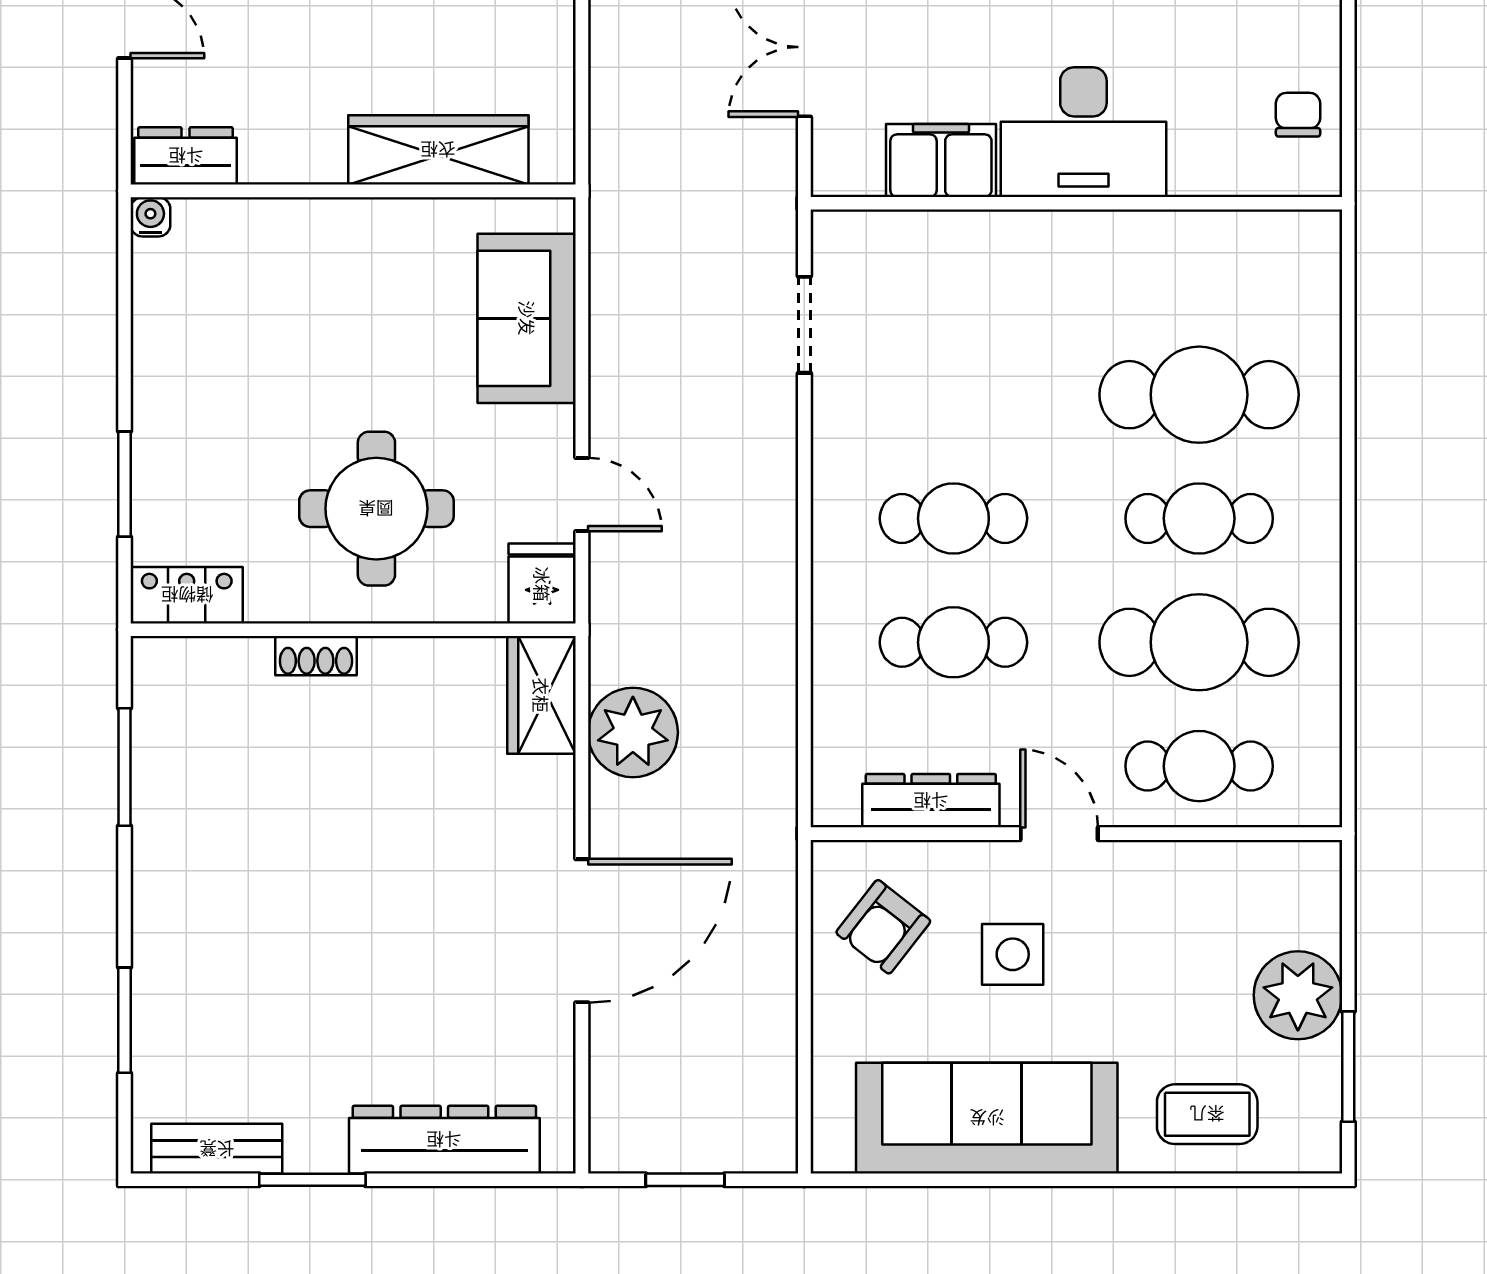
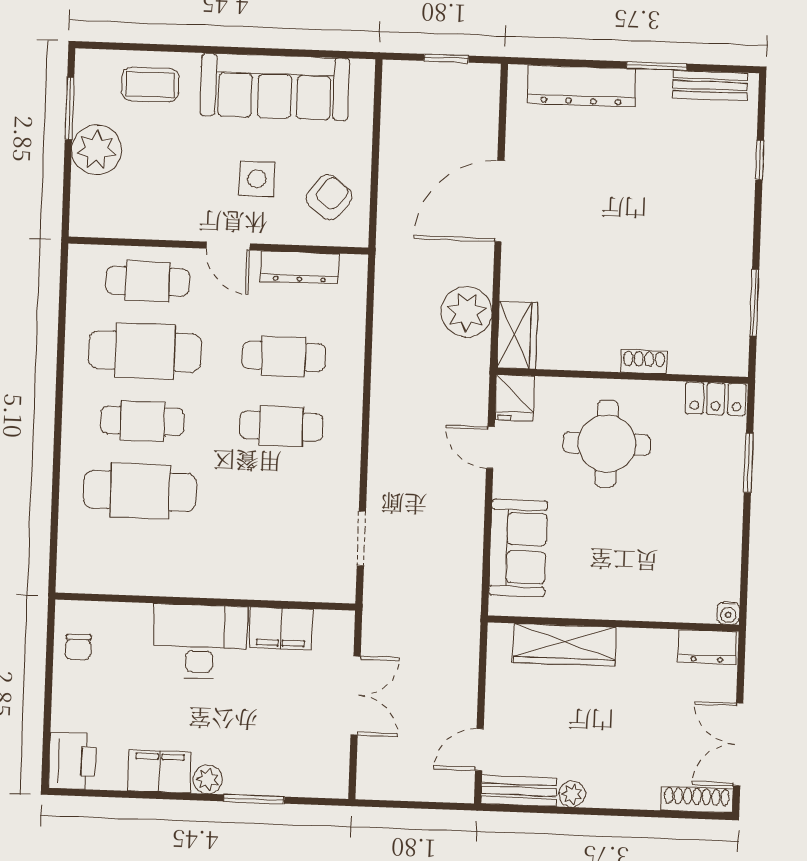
window: (125, 1020) -> (760, 160), width x0.67

